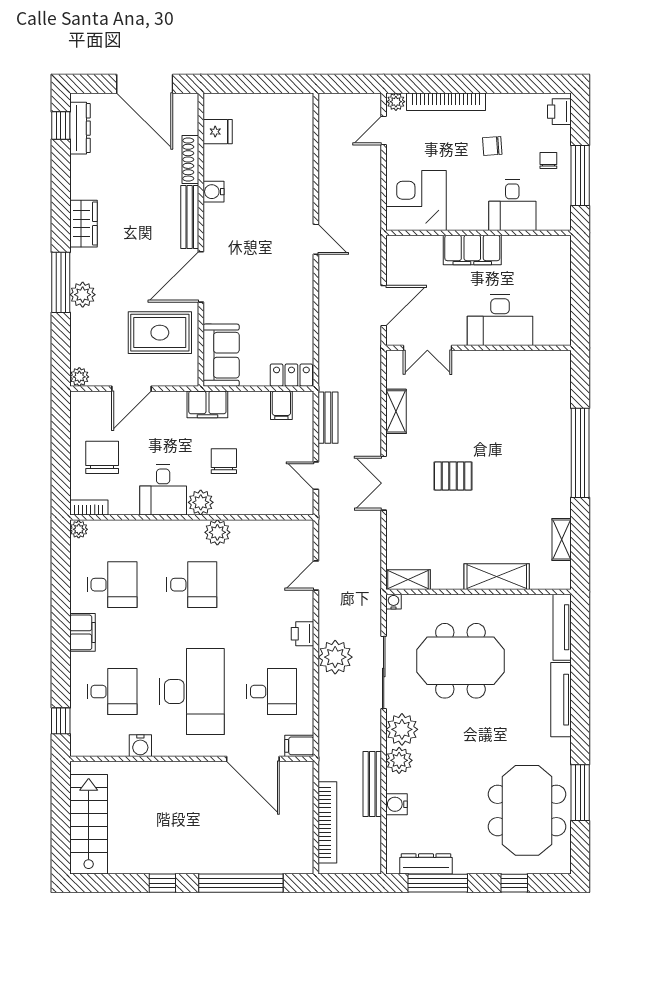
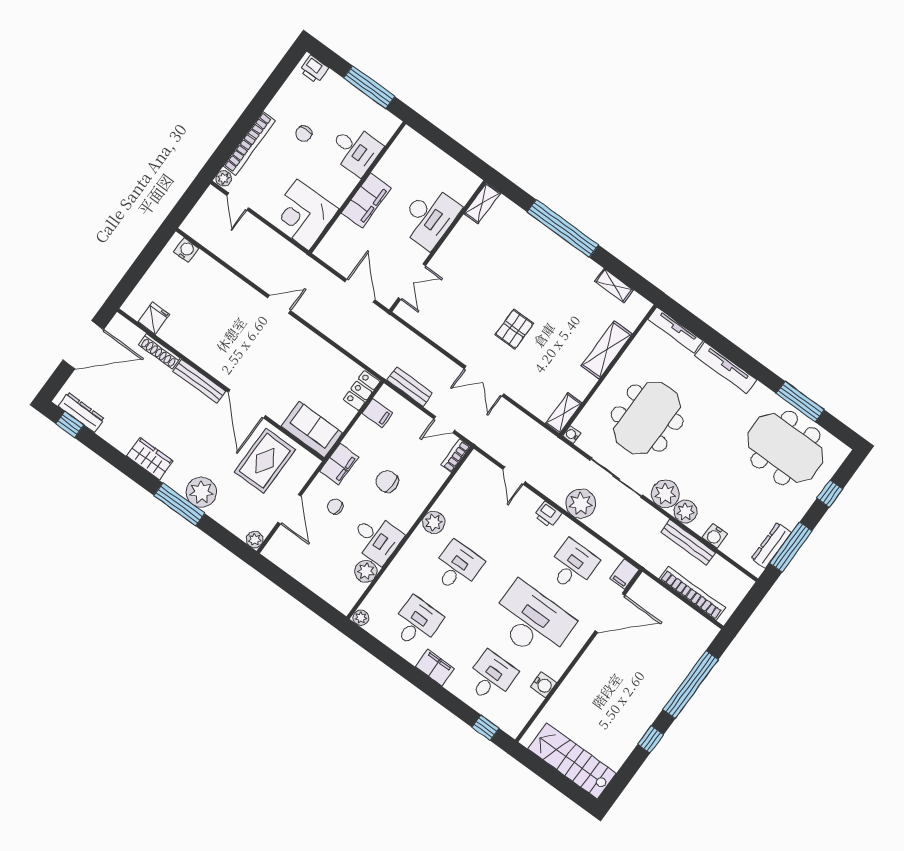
chair: (548, 160) -> (342, 102), removed
water cooler: (213, 192) -> (186, 250), moved, turned 180
plant: (83, 295) -> (201, 492), width x1.36, depth x1.36
shelving: (396, 411) -> (482, 203), moved, turned 90
chair: (102, 457) -> (335, 507), moved, width x0.54, depth x0.54
plant: (201, 502) -> (366, 571), moved
bookcase: (89, 507) -> (456, 456), moved

